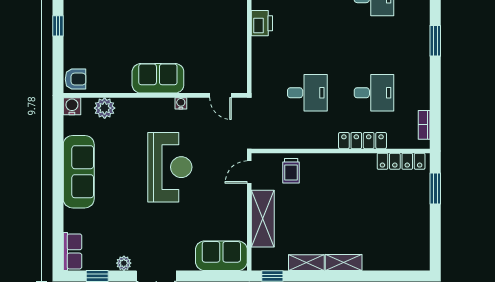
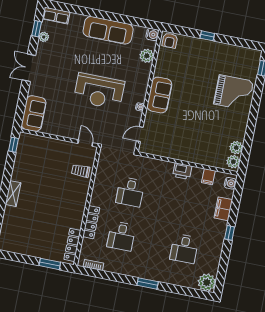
shelving: (263, 219) -> (53, 146), removed
plant: (124, 263) -> (44, 37), moved
shelving: (306, 263) -> (18, 169), removed

